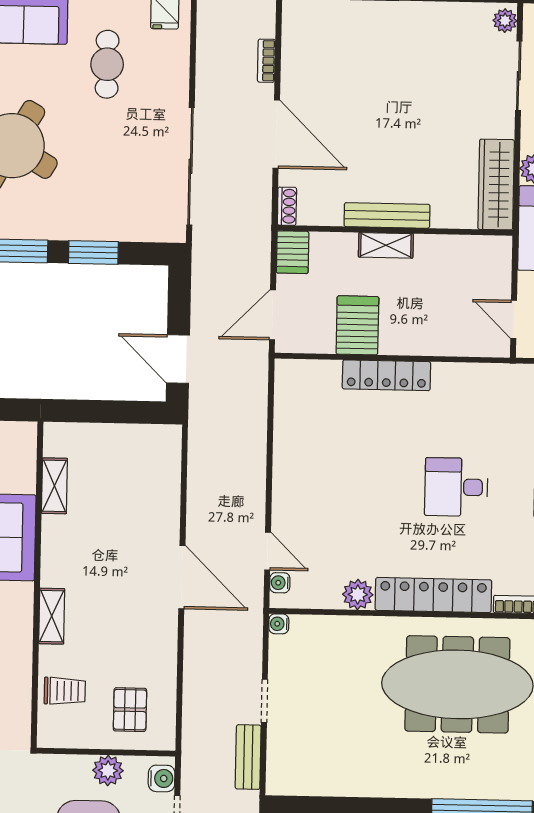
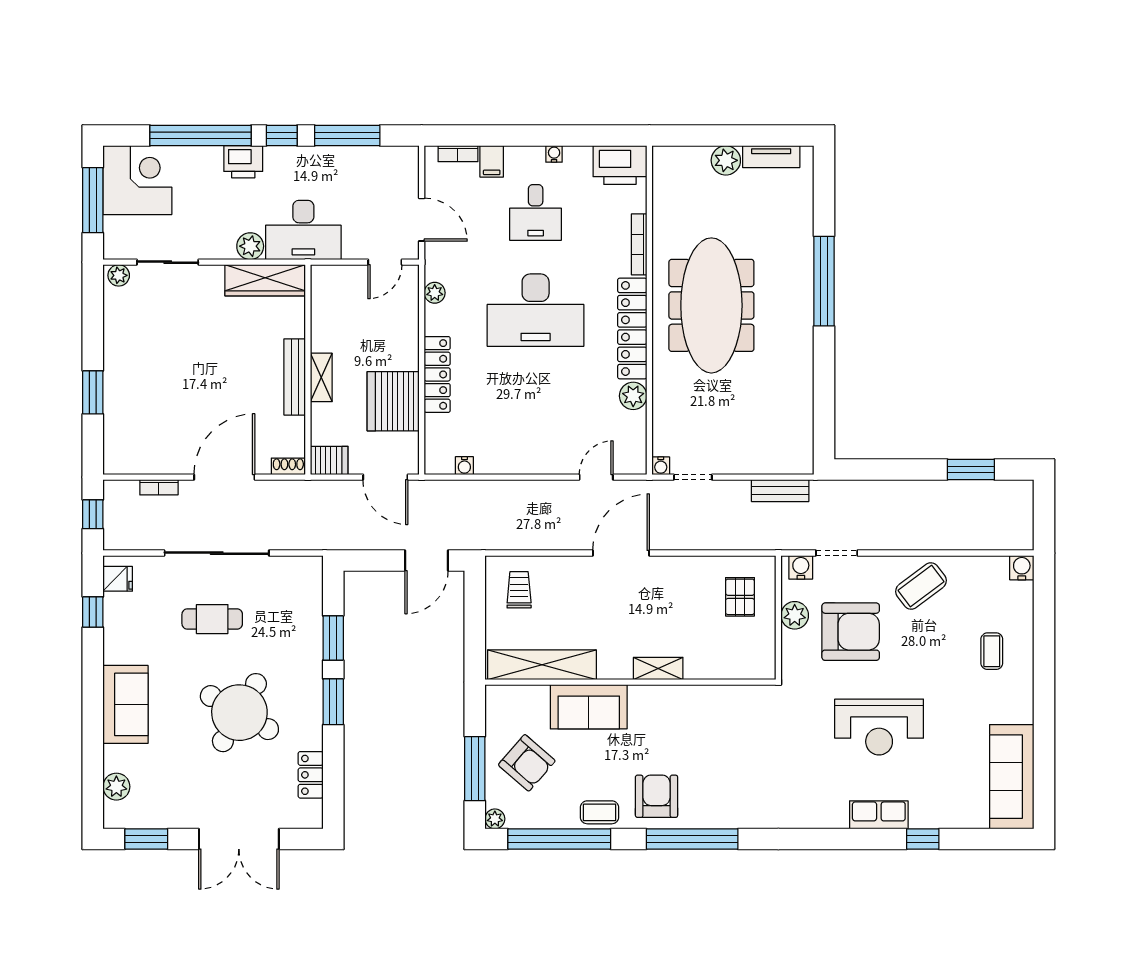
cafe table: (107, 64) -> (212, 619), moved
sliding door: (190, 166) -> (217, 553), moved
server rack: (357, 325) -> (393, 401), width x1.60
plant: (478, 374) -> (435, 293), added
shelving: (54, 486) -> (542, 665), width x2.20, depth x1.33
desk: (456, 487) -> (536, 310), width x1.87, depth x1.30
water cooler: (280, 583) -> (464, 466), moved
trolley: (65, 691) -> (519, 590), moved
doorway: (264, 701) -> (693, 477), moved
pallet: (130, 710) -> (740, 597), turned 90

